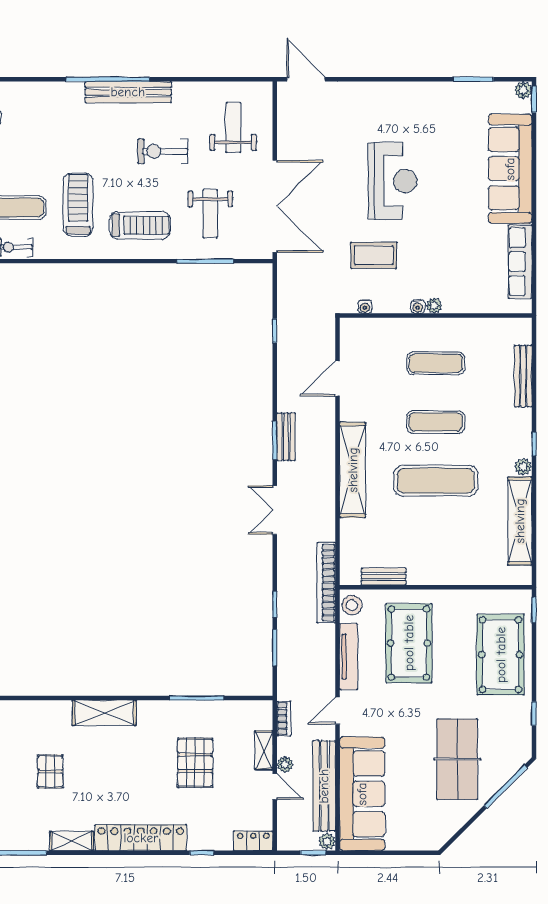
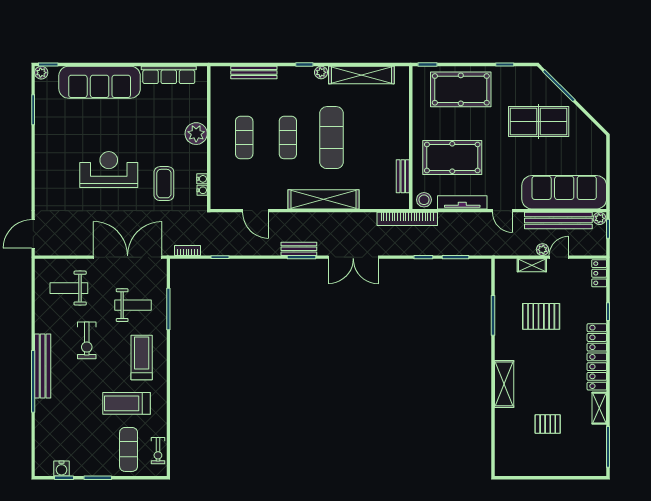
plant: (434, 306) -> (196, 134), width x1.88, depth x1.88
water cooler: (418, 307) -> (202, 179), moved
double door: (275, 510) -> (353, 257), width x1.37
bookcase: (284, 719) -> (188, 250), moved

